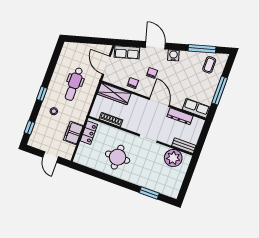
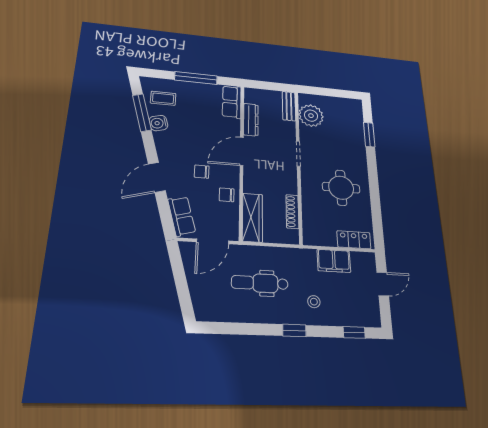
water cooler: (173, 55) -> (158, 123), moved
dental chair: (74, 84) -> (260, 283), turned 180
locker: (89, 133) -> (354, 240), moved

